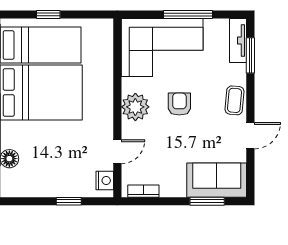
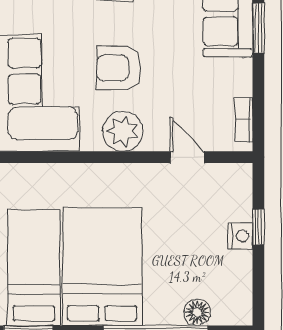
armchair: (179, 104) -> (119, 68), width x1.38, depth x1.38
nightstand: (105, 181) -> (240, 236), moved, turned 90

